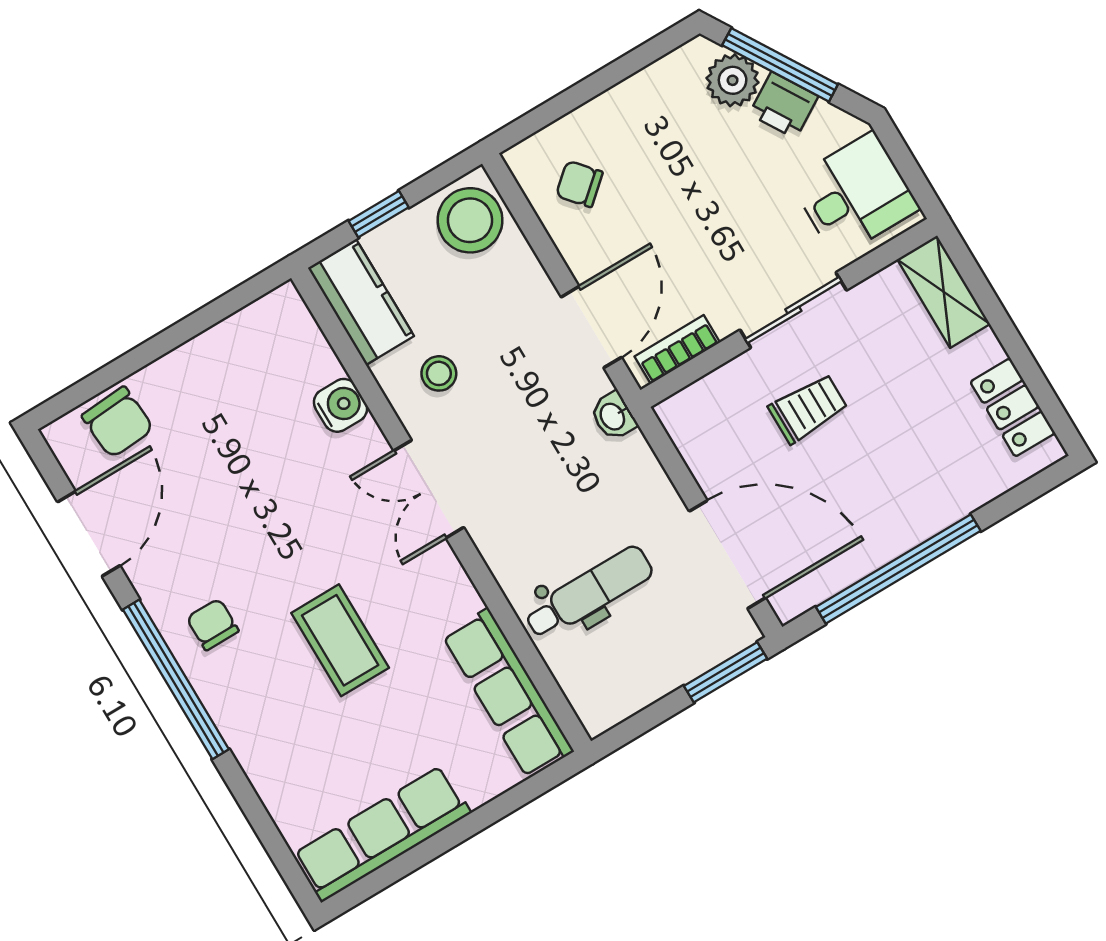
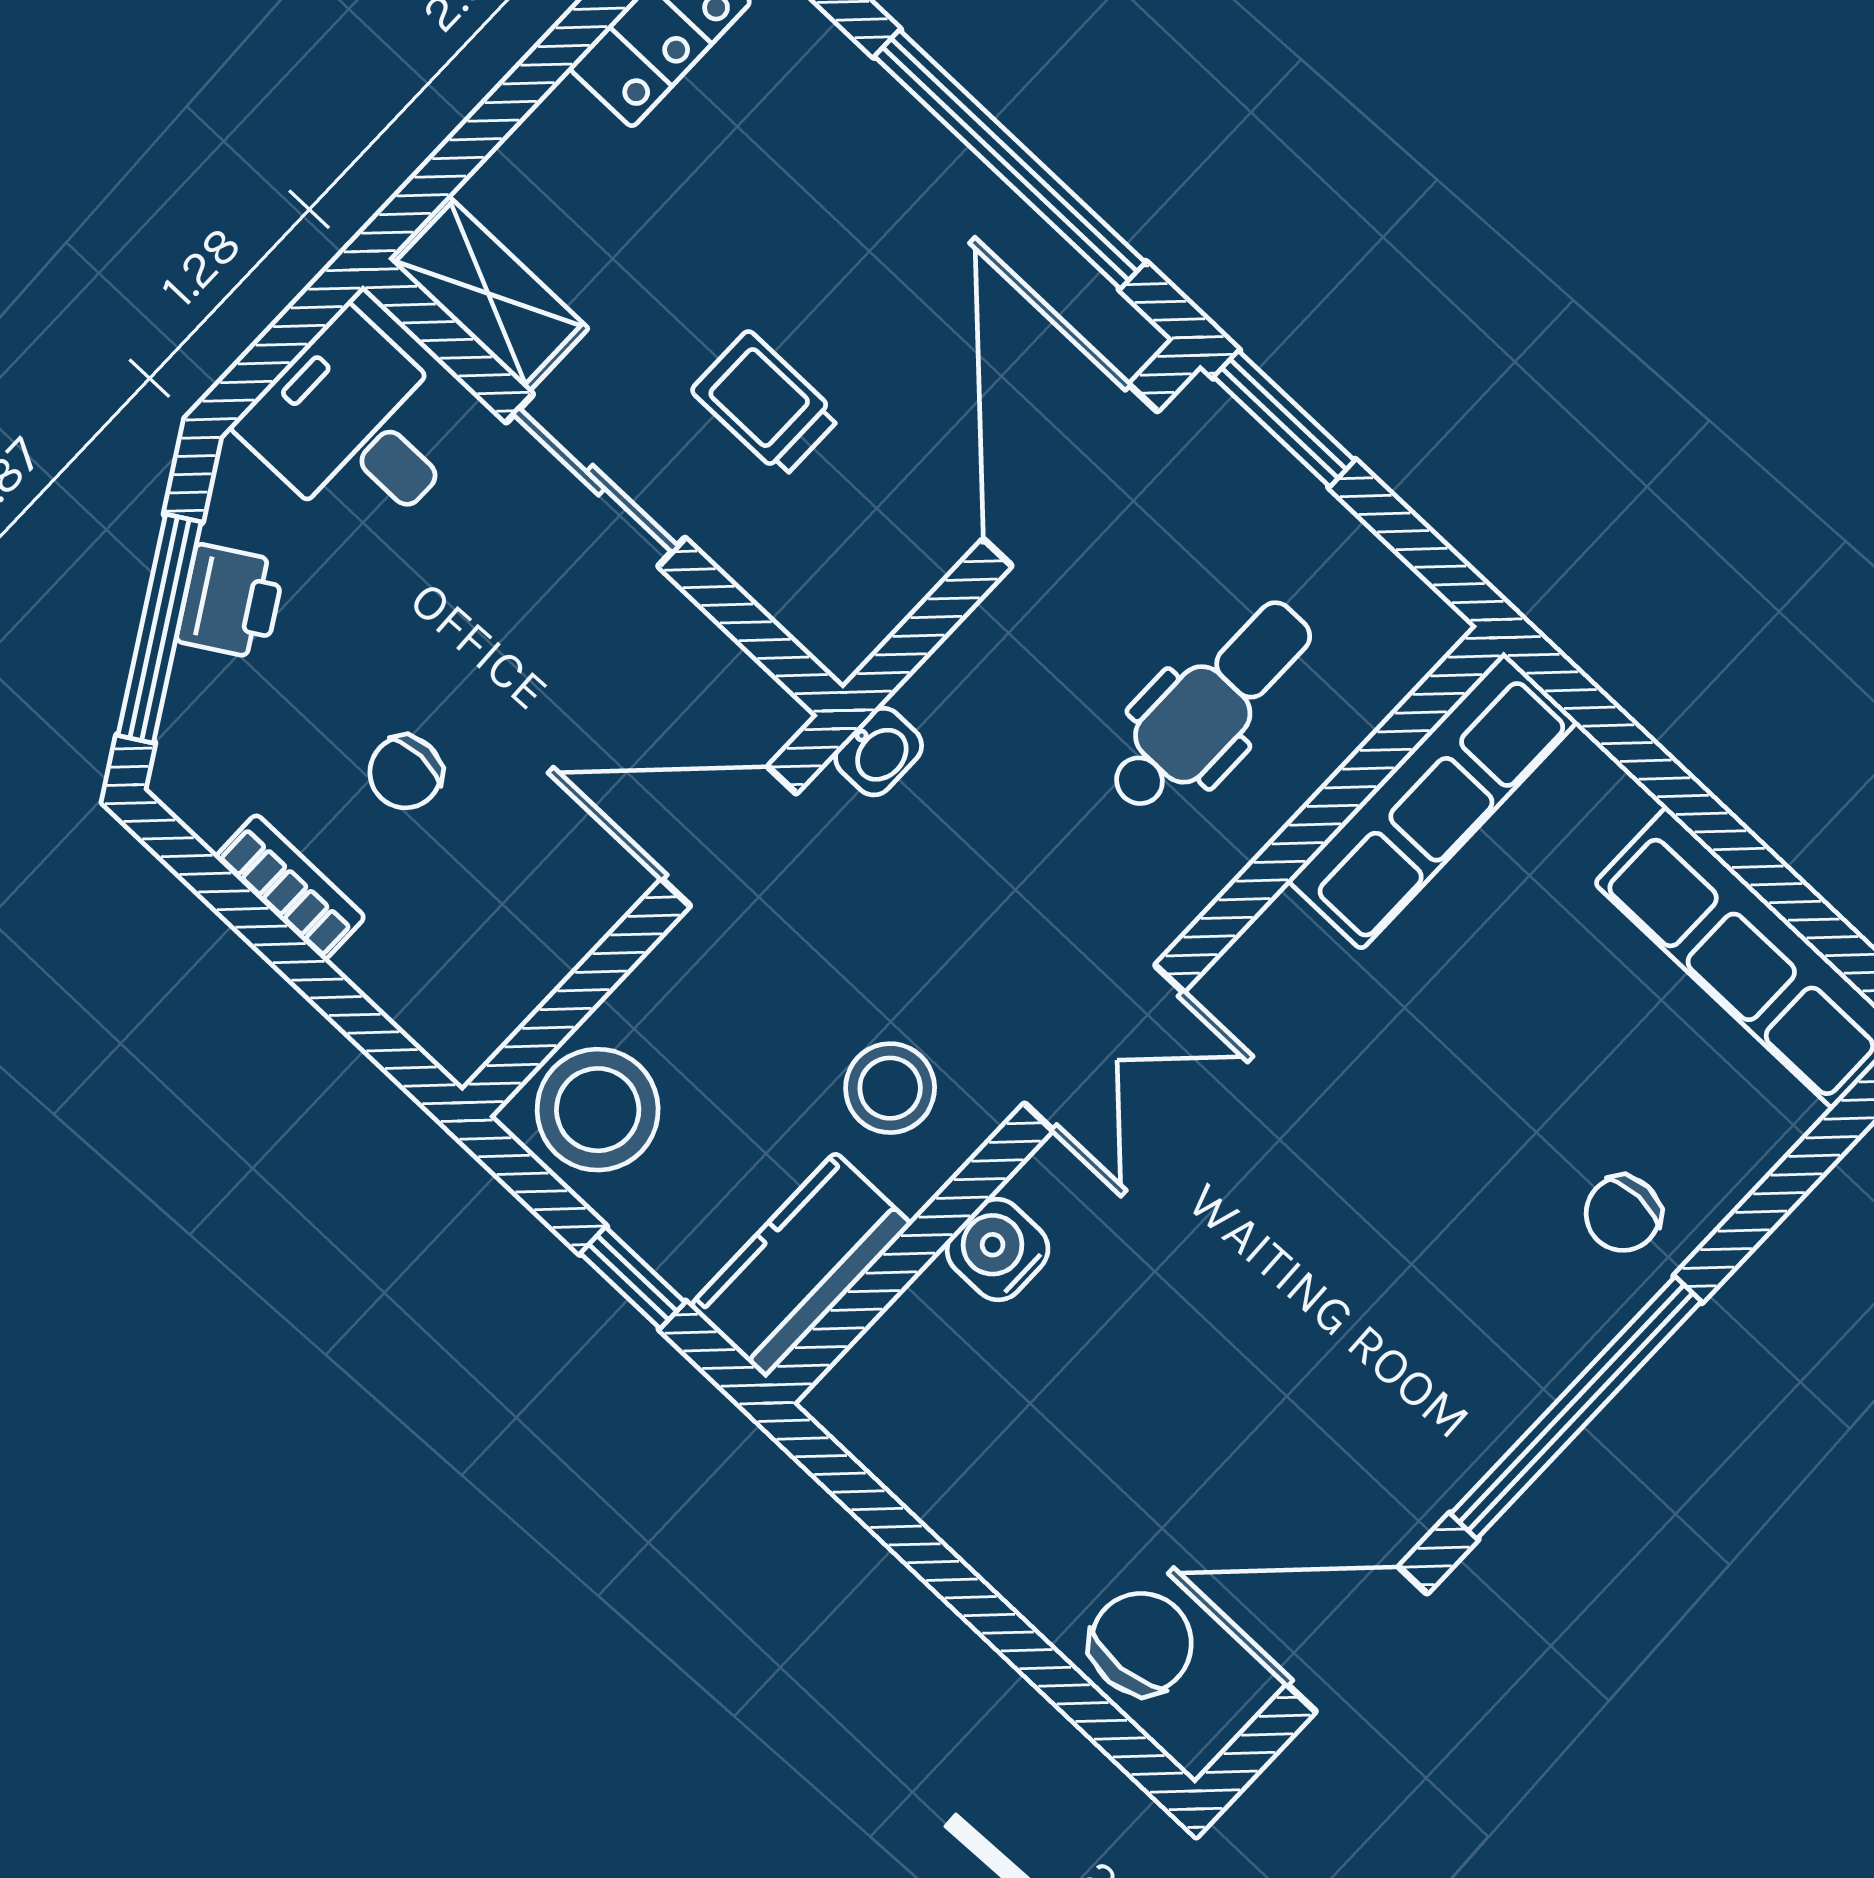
plant: (733, 80) -> (212, 707), removed
chair: (579, 184) -> (405, 772), moved, turned 41
shelving: (944, 292) -> (488, 293), moved, turned 90
bookcase: (677, 349) -> (290, 887), moved, turned 180
stool: (439, 373) -> (890, 1088), width x1.37, depth x1.37
dental chair: (589, 593) -> (1210, 706), turned 90
chair: (213, 624) -> (1623, 1214), moved
coffee table: (340, 640) -> (1422, 1131), removed

